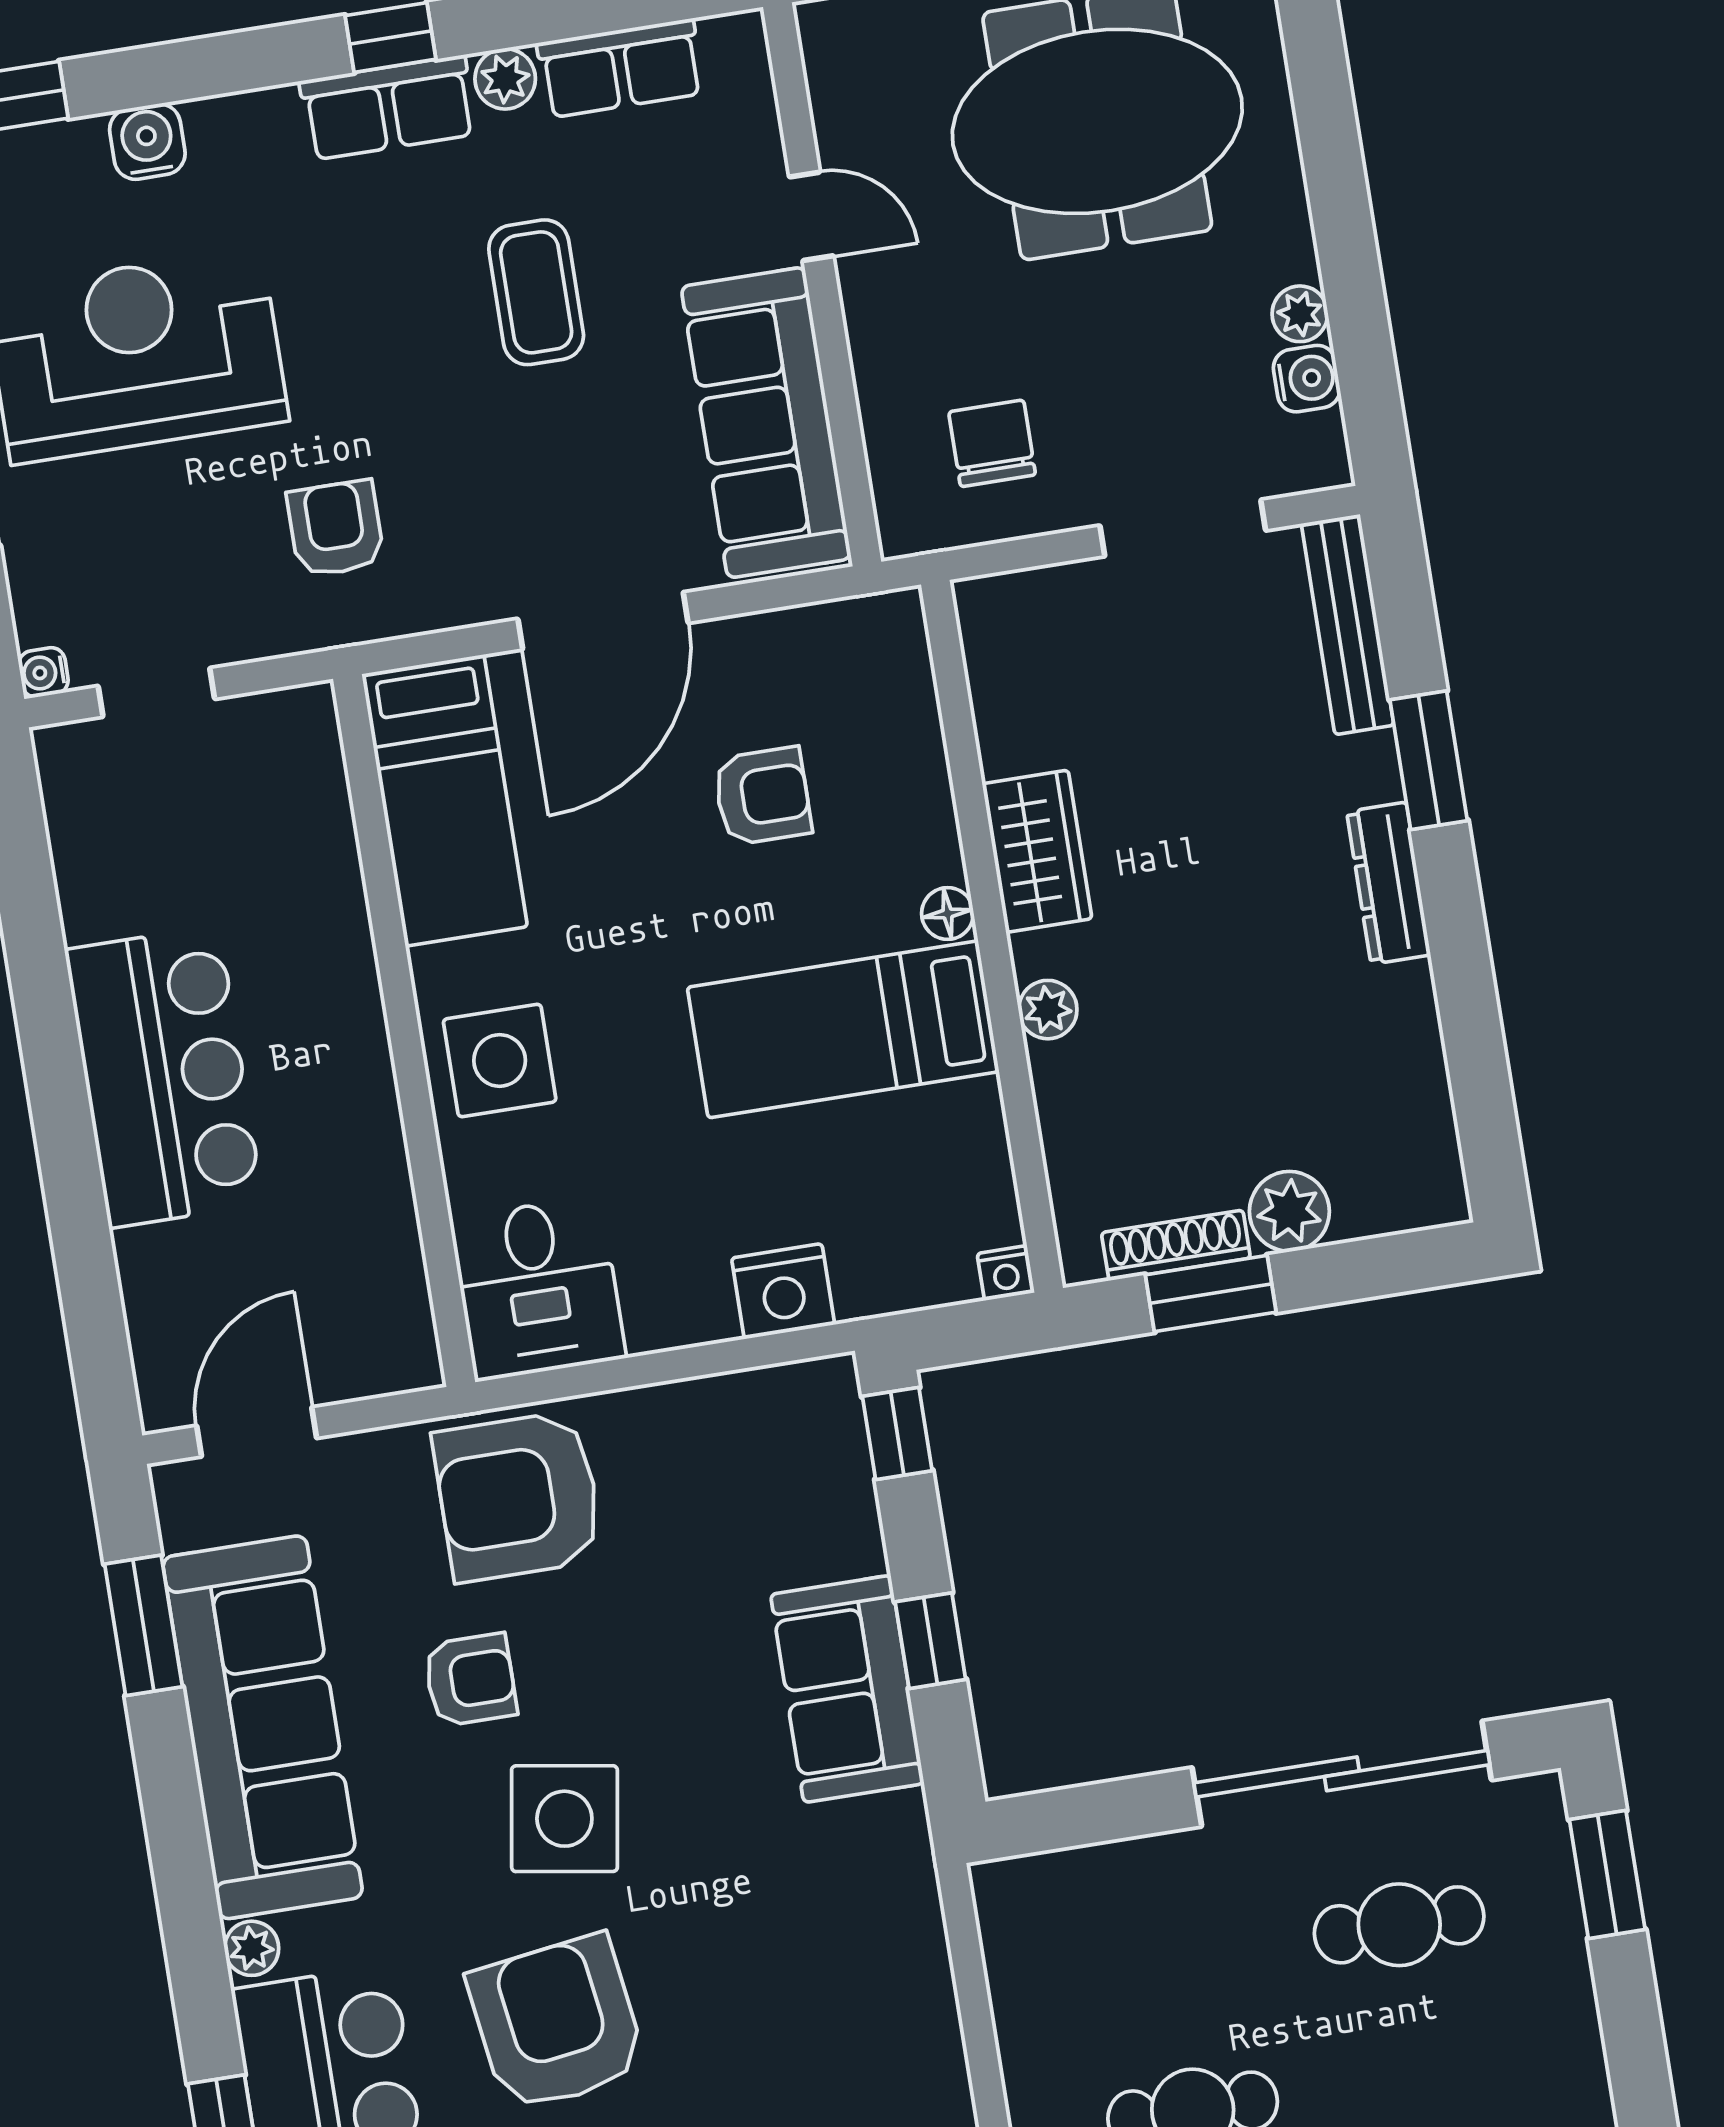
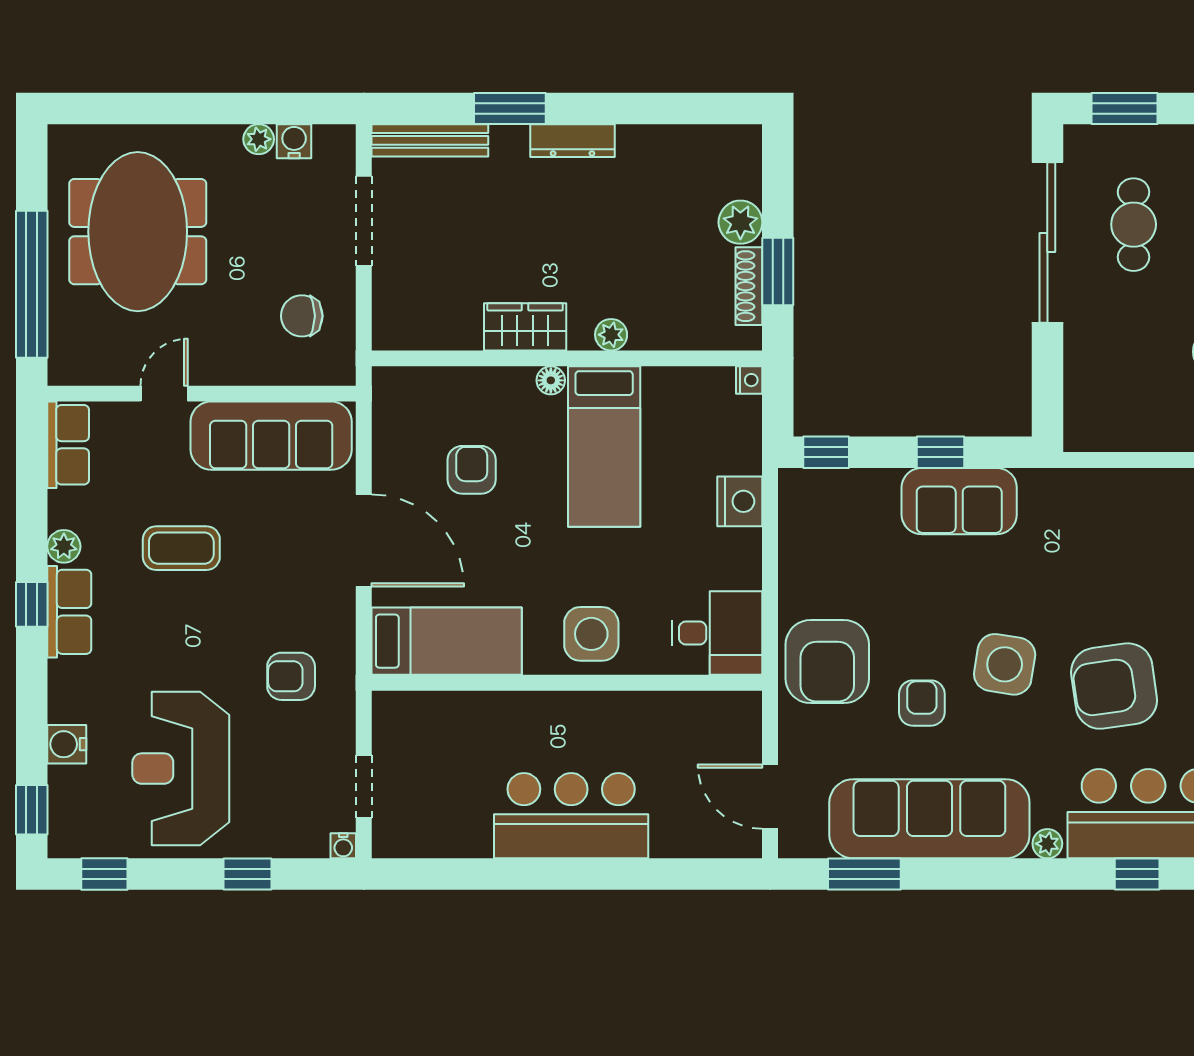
row of seats: (621, 68) -> (68, 445), moved

